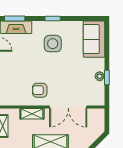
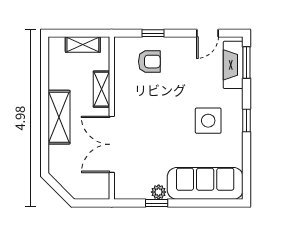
sofa: (94, 39) -> (205, 183), width x1.36
armchair: (40, 90) -> (149, 62), moved, turned 90

